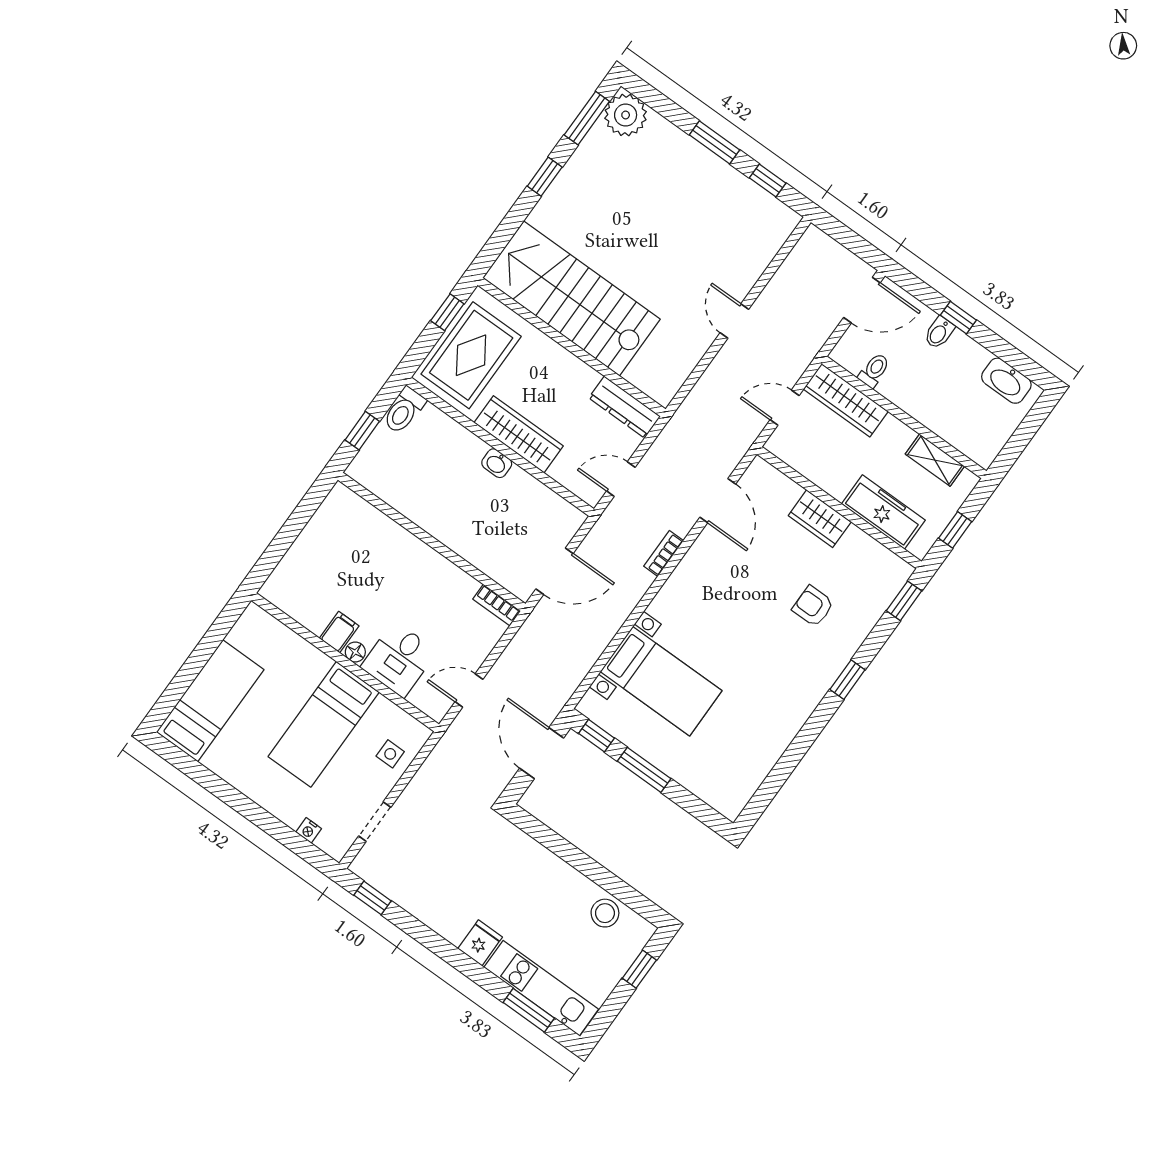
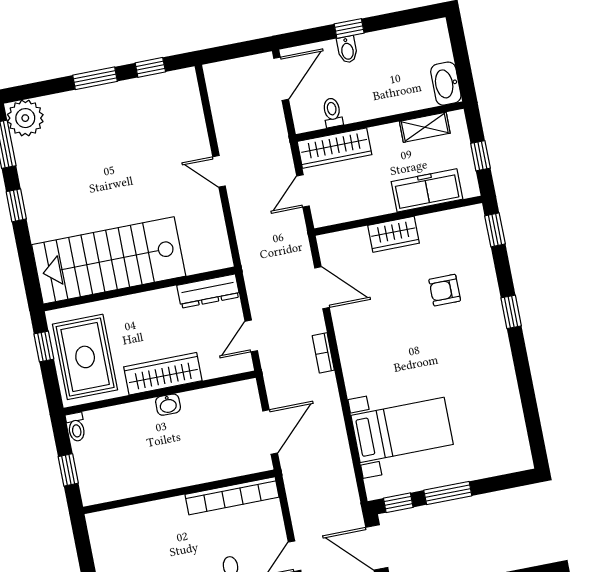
washbasin: (1006, 381) -> (446, 84), moved, turned 90
toilet: (404, 410) -> (76, 427), width x0.73, depth x0.72
bookcase: (497, 605) -> (232, 496), width x2.31, depth x1.31

